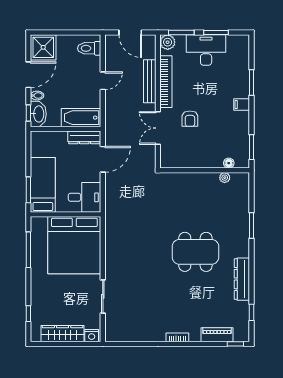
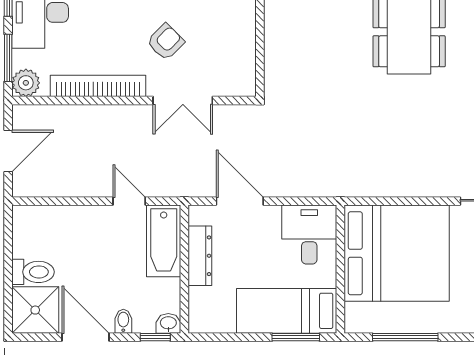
toilet: (89, 48) -> (33, 272), moved, turned -90
door: (103, 81) -> (129, 201), moved
bench: (150, 81) -> (97, 115), removed
washbasin: (38, 114) -> (168, 323), width x0.52, depth x0.69
armchair: (190, 119) -> (166, 42), turned -45
dresser: (84, 137) -> (200, 256), moved

